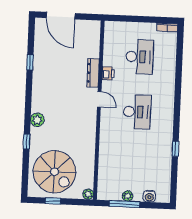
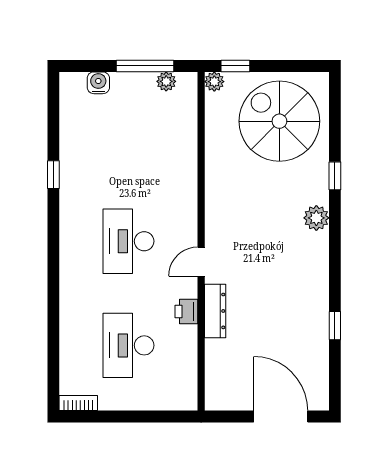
door: (99, 99) -> (201, 262), hinge flipped
plant: (128, 196) -> (166, 81), moved
window: (53, 201) -> (235, 66), moved

